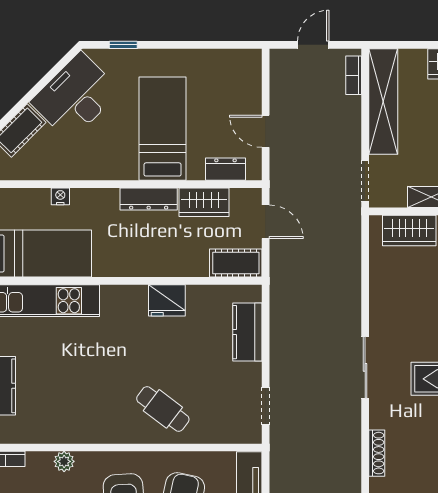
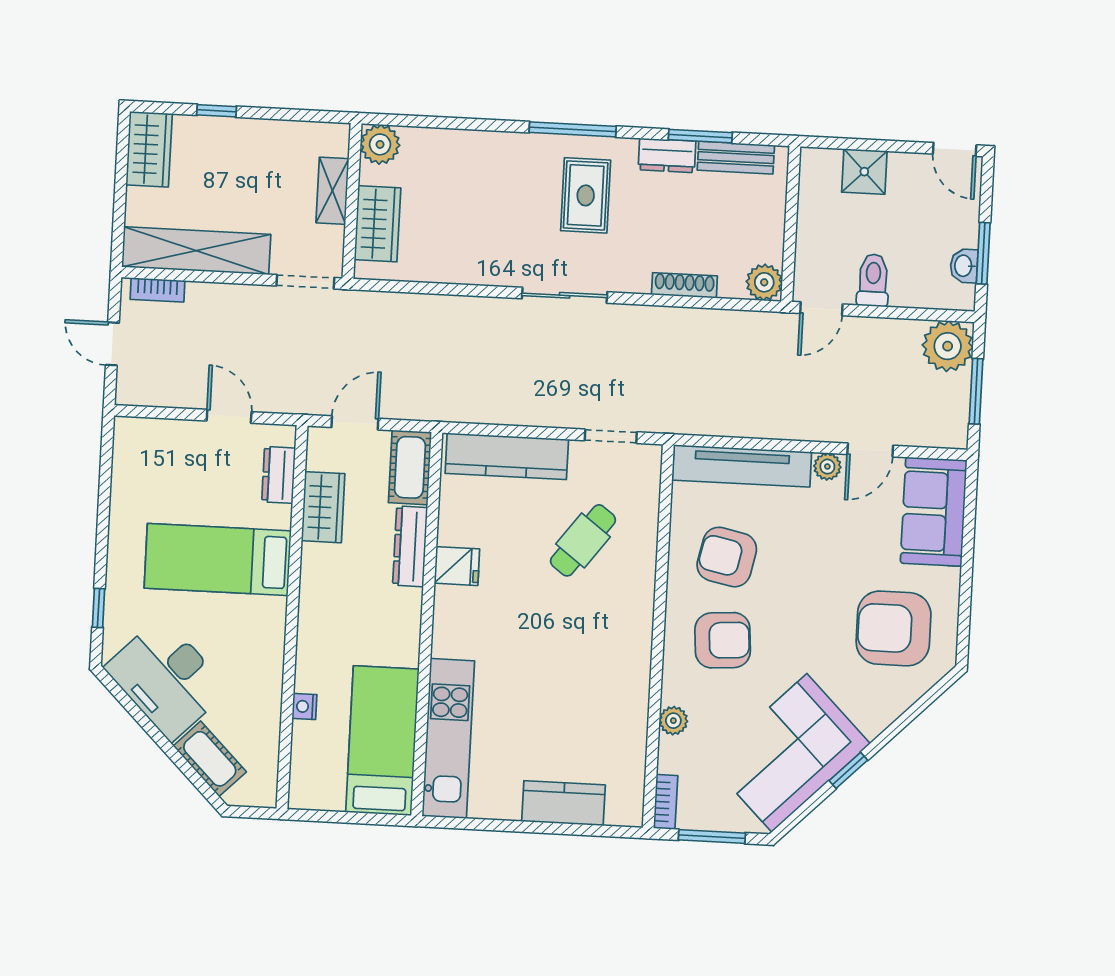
door: (266, 131) -> (229, 416), swing flipped
dresser: (149, 199) -> (410, 546), moved, turned 180
fridge: (167, 300) -> (457, 566), width x0.72
kitchen counter: (247, 332) -> (507, 456), width x1.50
cafe table: (163, 409) -> (583, 540), moved

